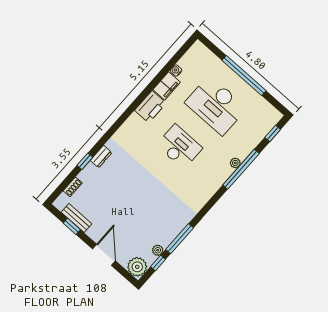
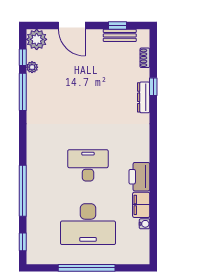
desk: (216, 105) -> (88, 224), turned 180
desk: (179, 147) -> (88, 165), turned 180
dresser: (101, 157) -> (144, 97), width x1.44
plant: (235, 163) -> (32, 192), removed

